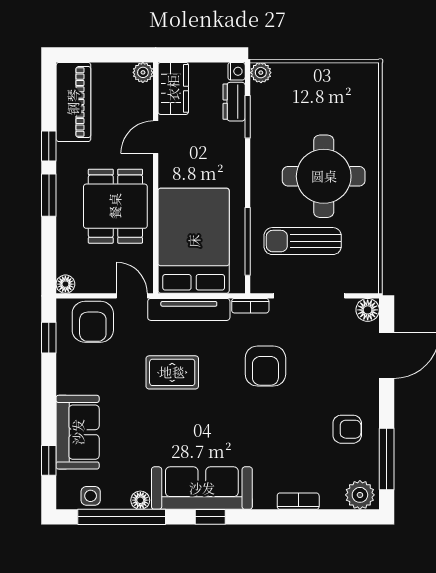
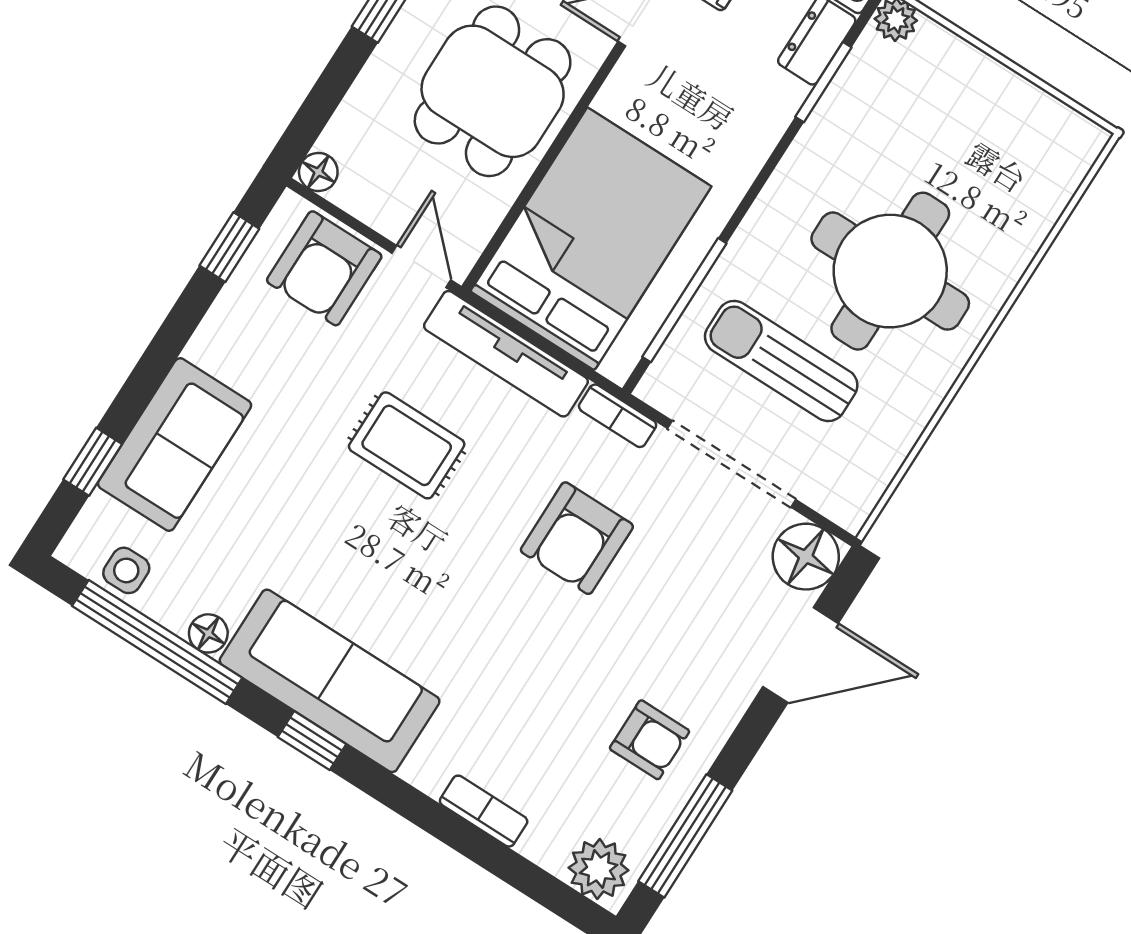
floor lamp: (368, 310) -> (806, 557), width x1.38, depth x1.38

